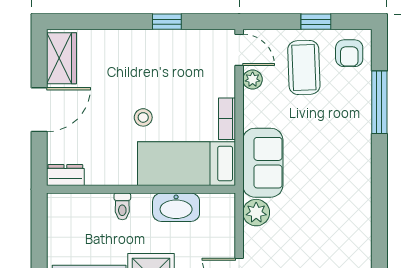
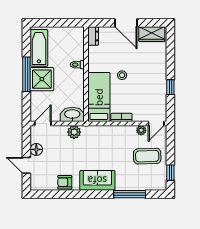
window: (316, 22) -> (170, 173), moved
armchair: (349, 53) -> (65, 182), moved
sofa: (263, 163) -> (97, 180), moved, turned 180
washbasin: (176, 207) -> (72, 114), moved, turned 90

